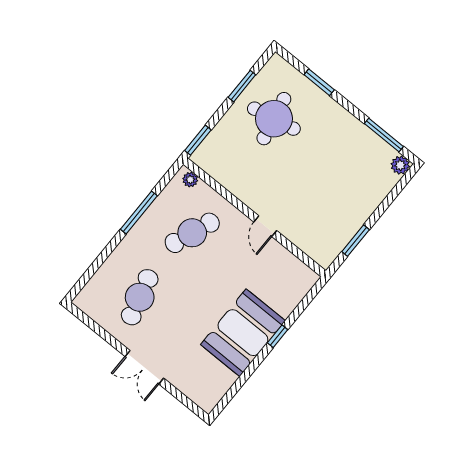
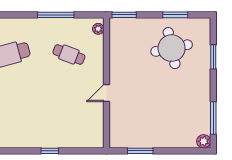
cafe table: (192, 233) -> (69, 55), width x0.73, depth x0.74
booth: (243, 333) -> (36, 130), removed

